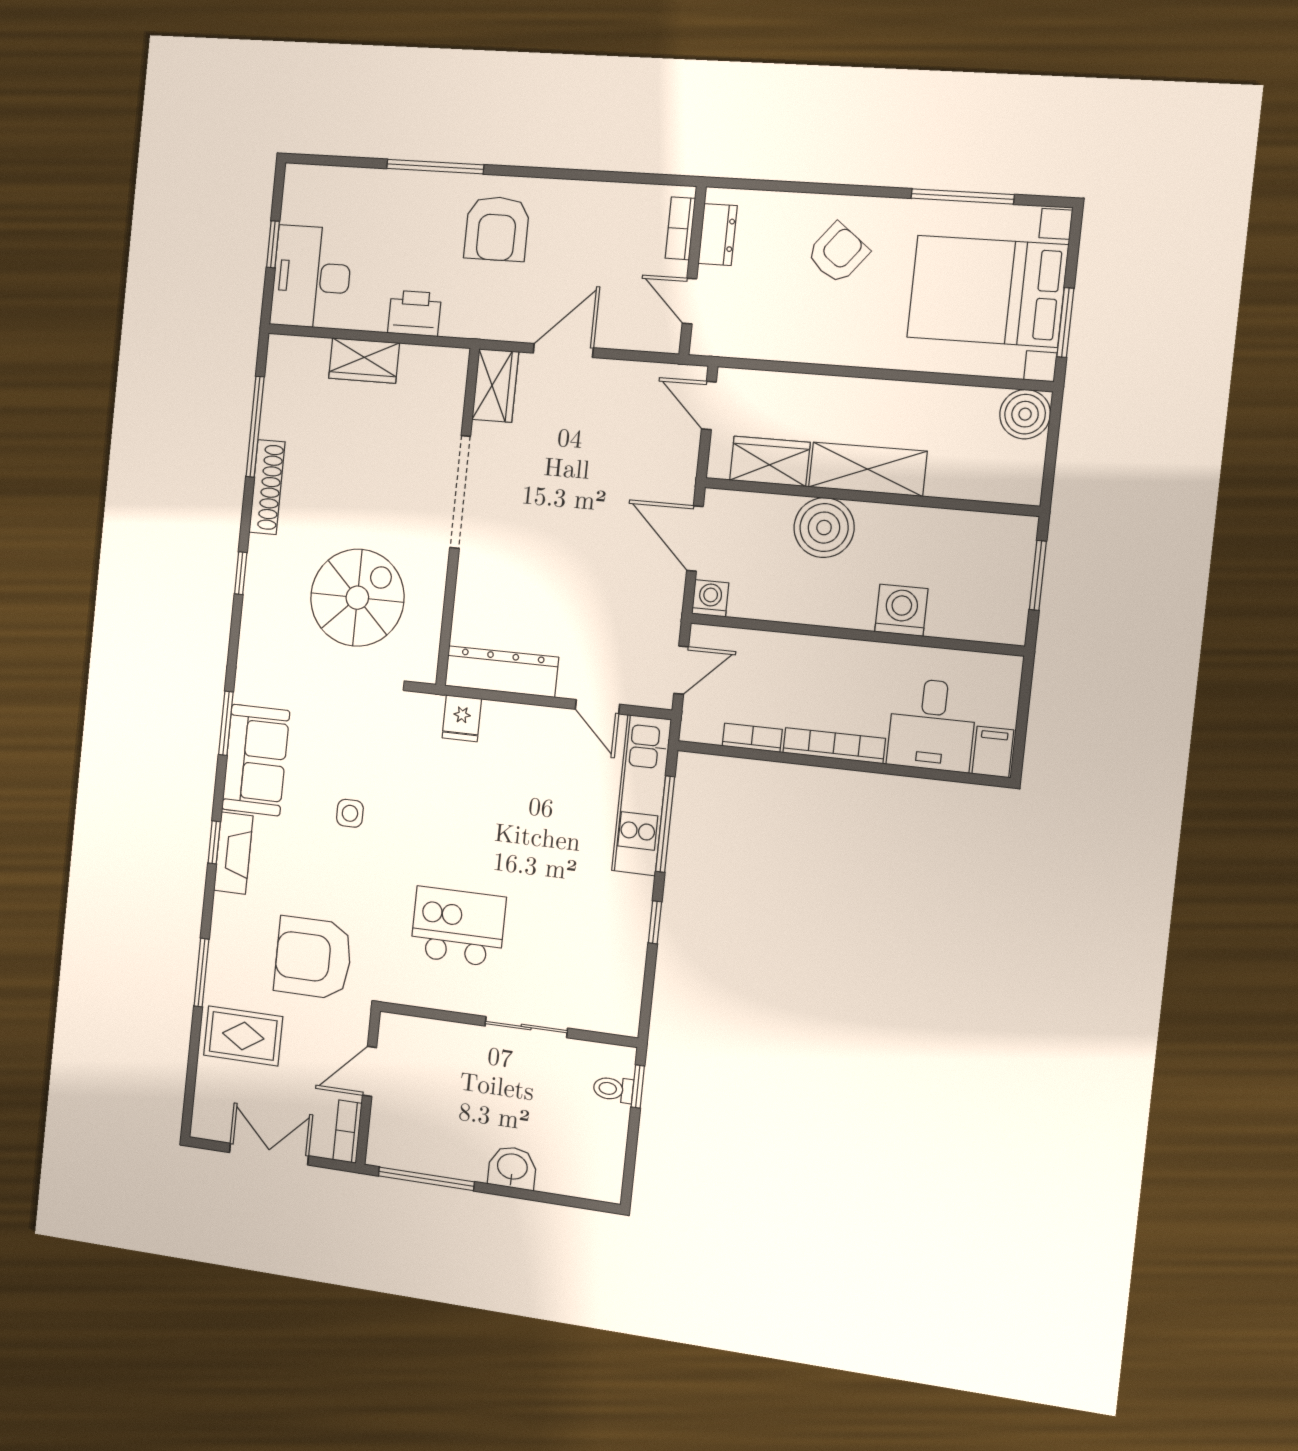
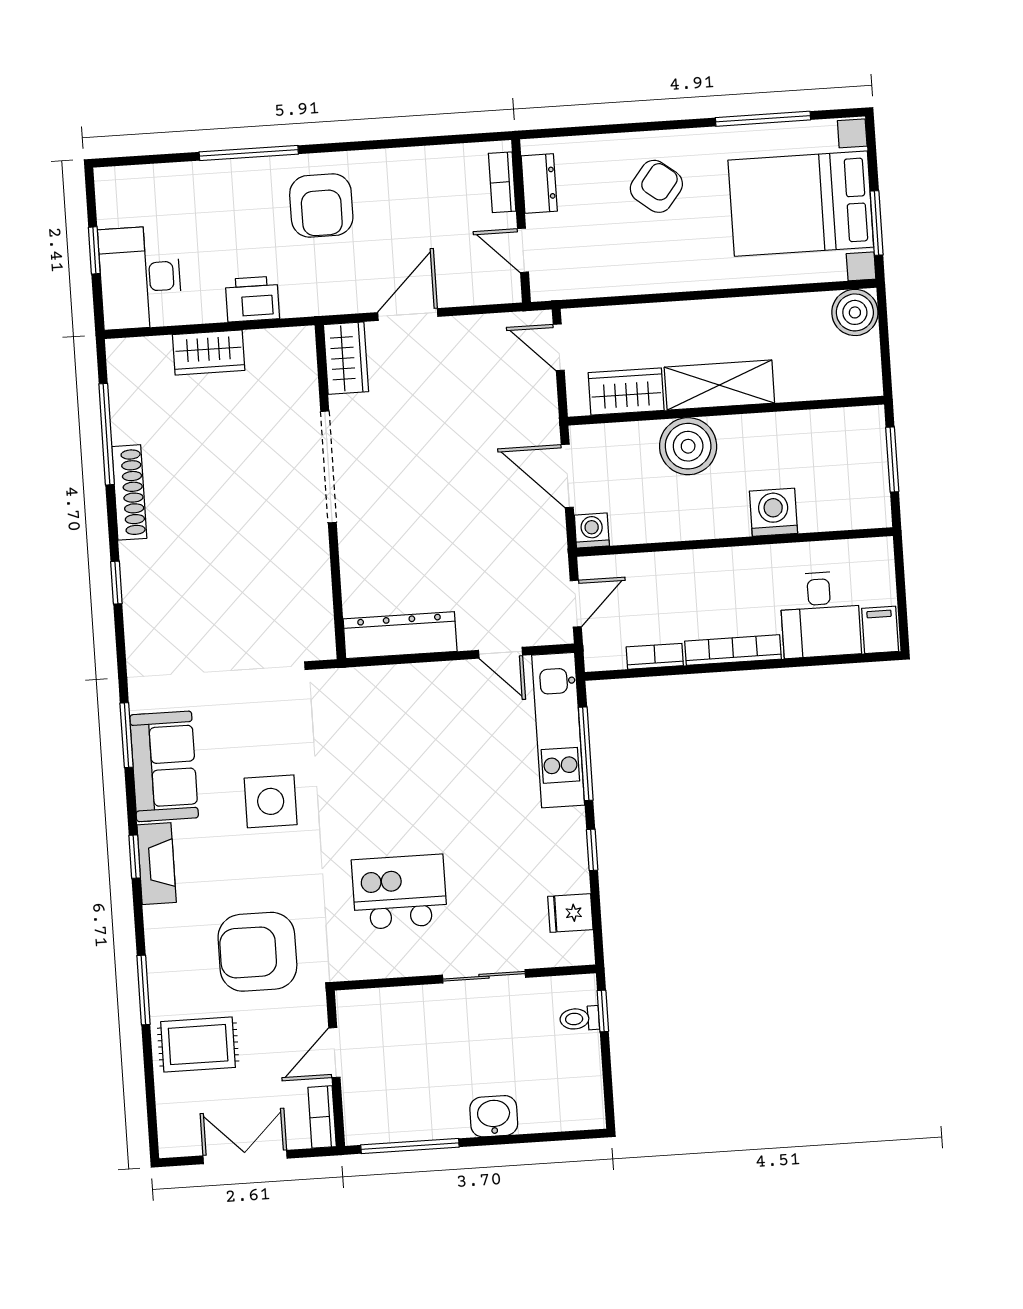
spiral stairs: (357, 598) -> (242, 587), removed
fridge: (462, 718) -> (570, 913), moved, turned 90
side table: (350, 813) -> (271, 801), width x1.87, depth x1.87

